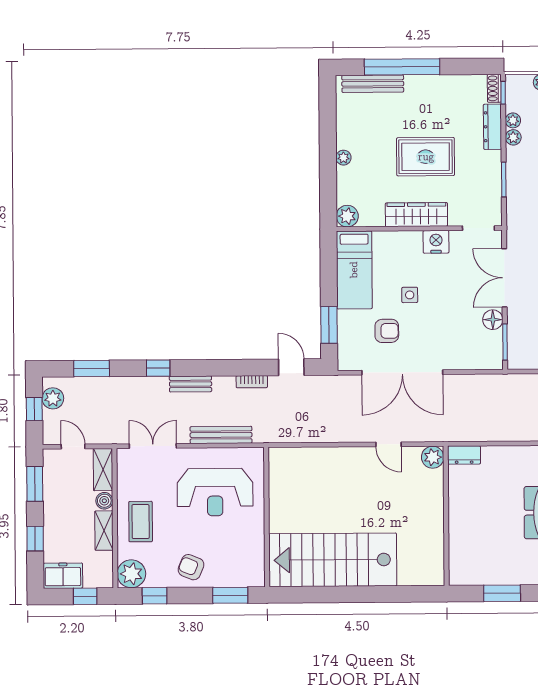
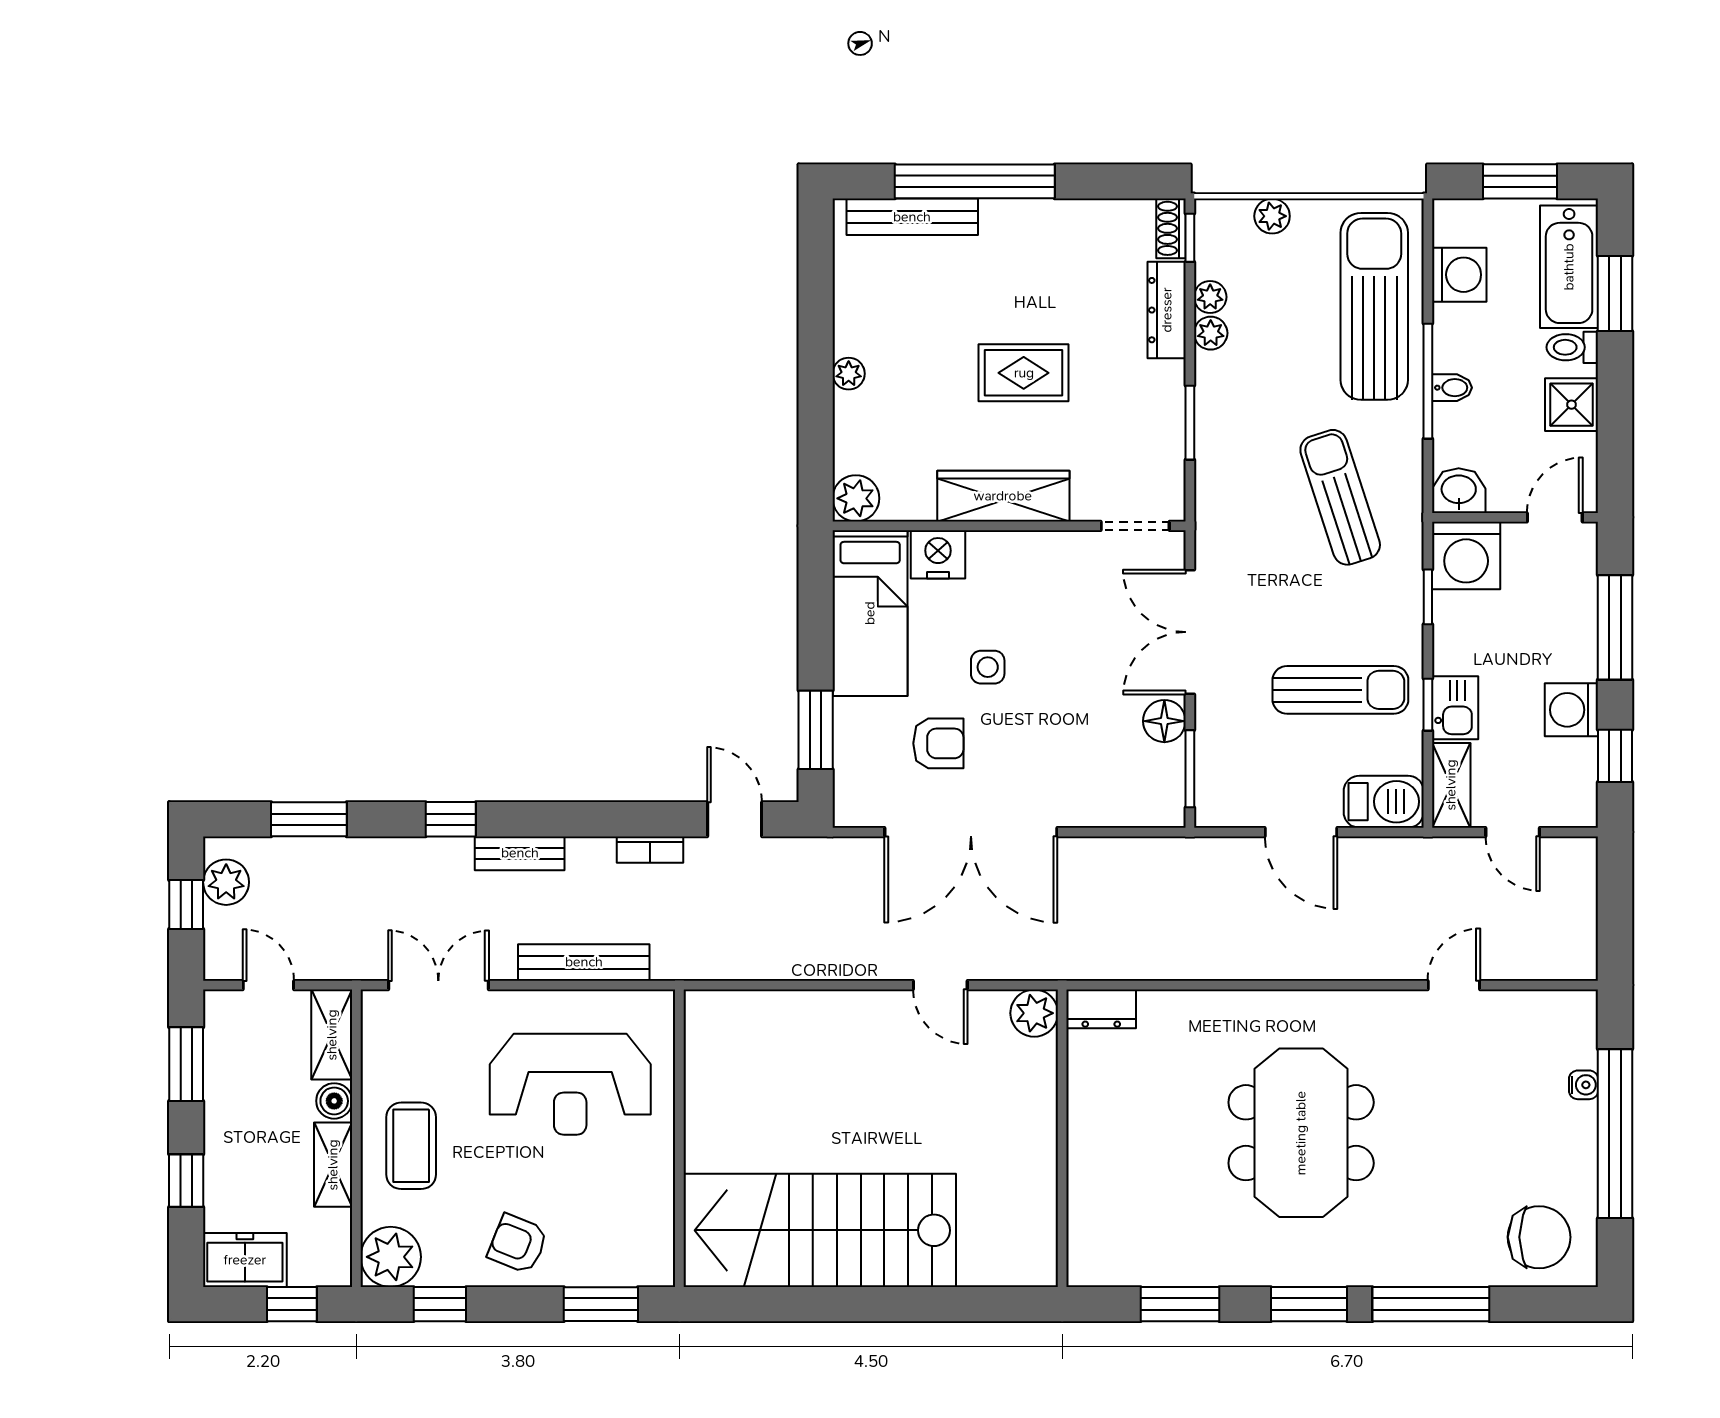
rug: (426, 157) -> (1024, 373), width x0.73, depth x0.70
nightstand: (436, 242) -> (938, 554), moved

